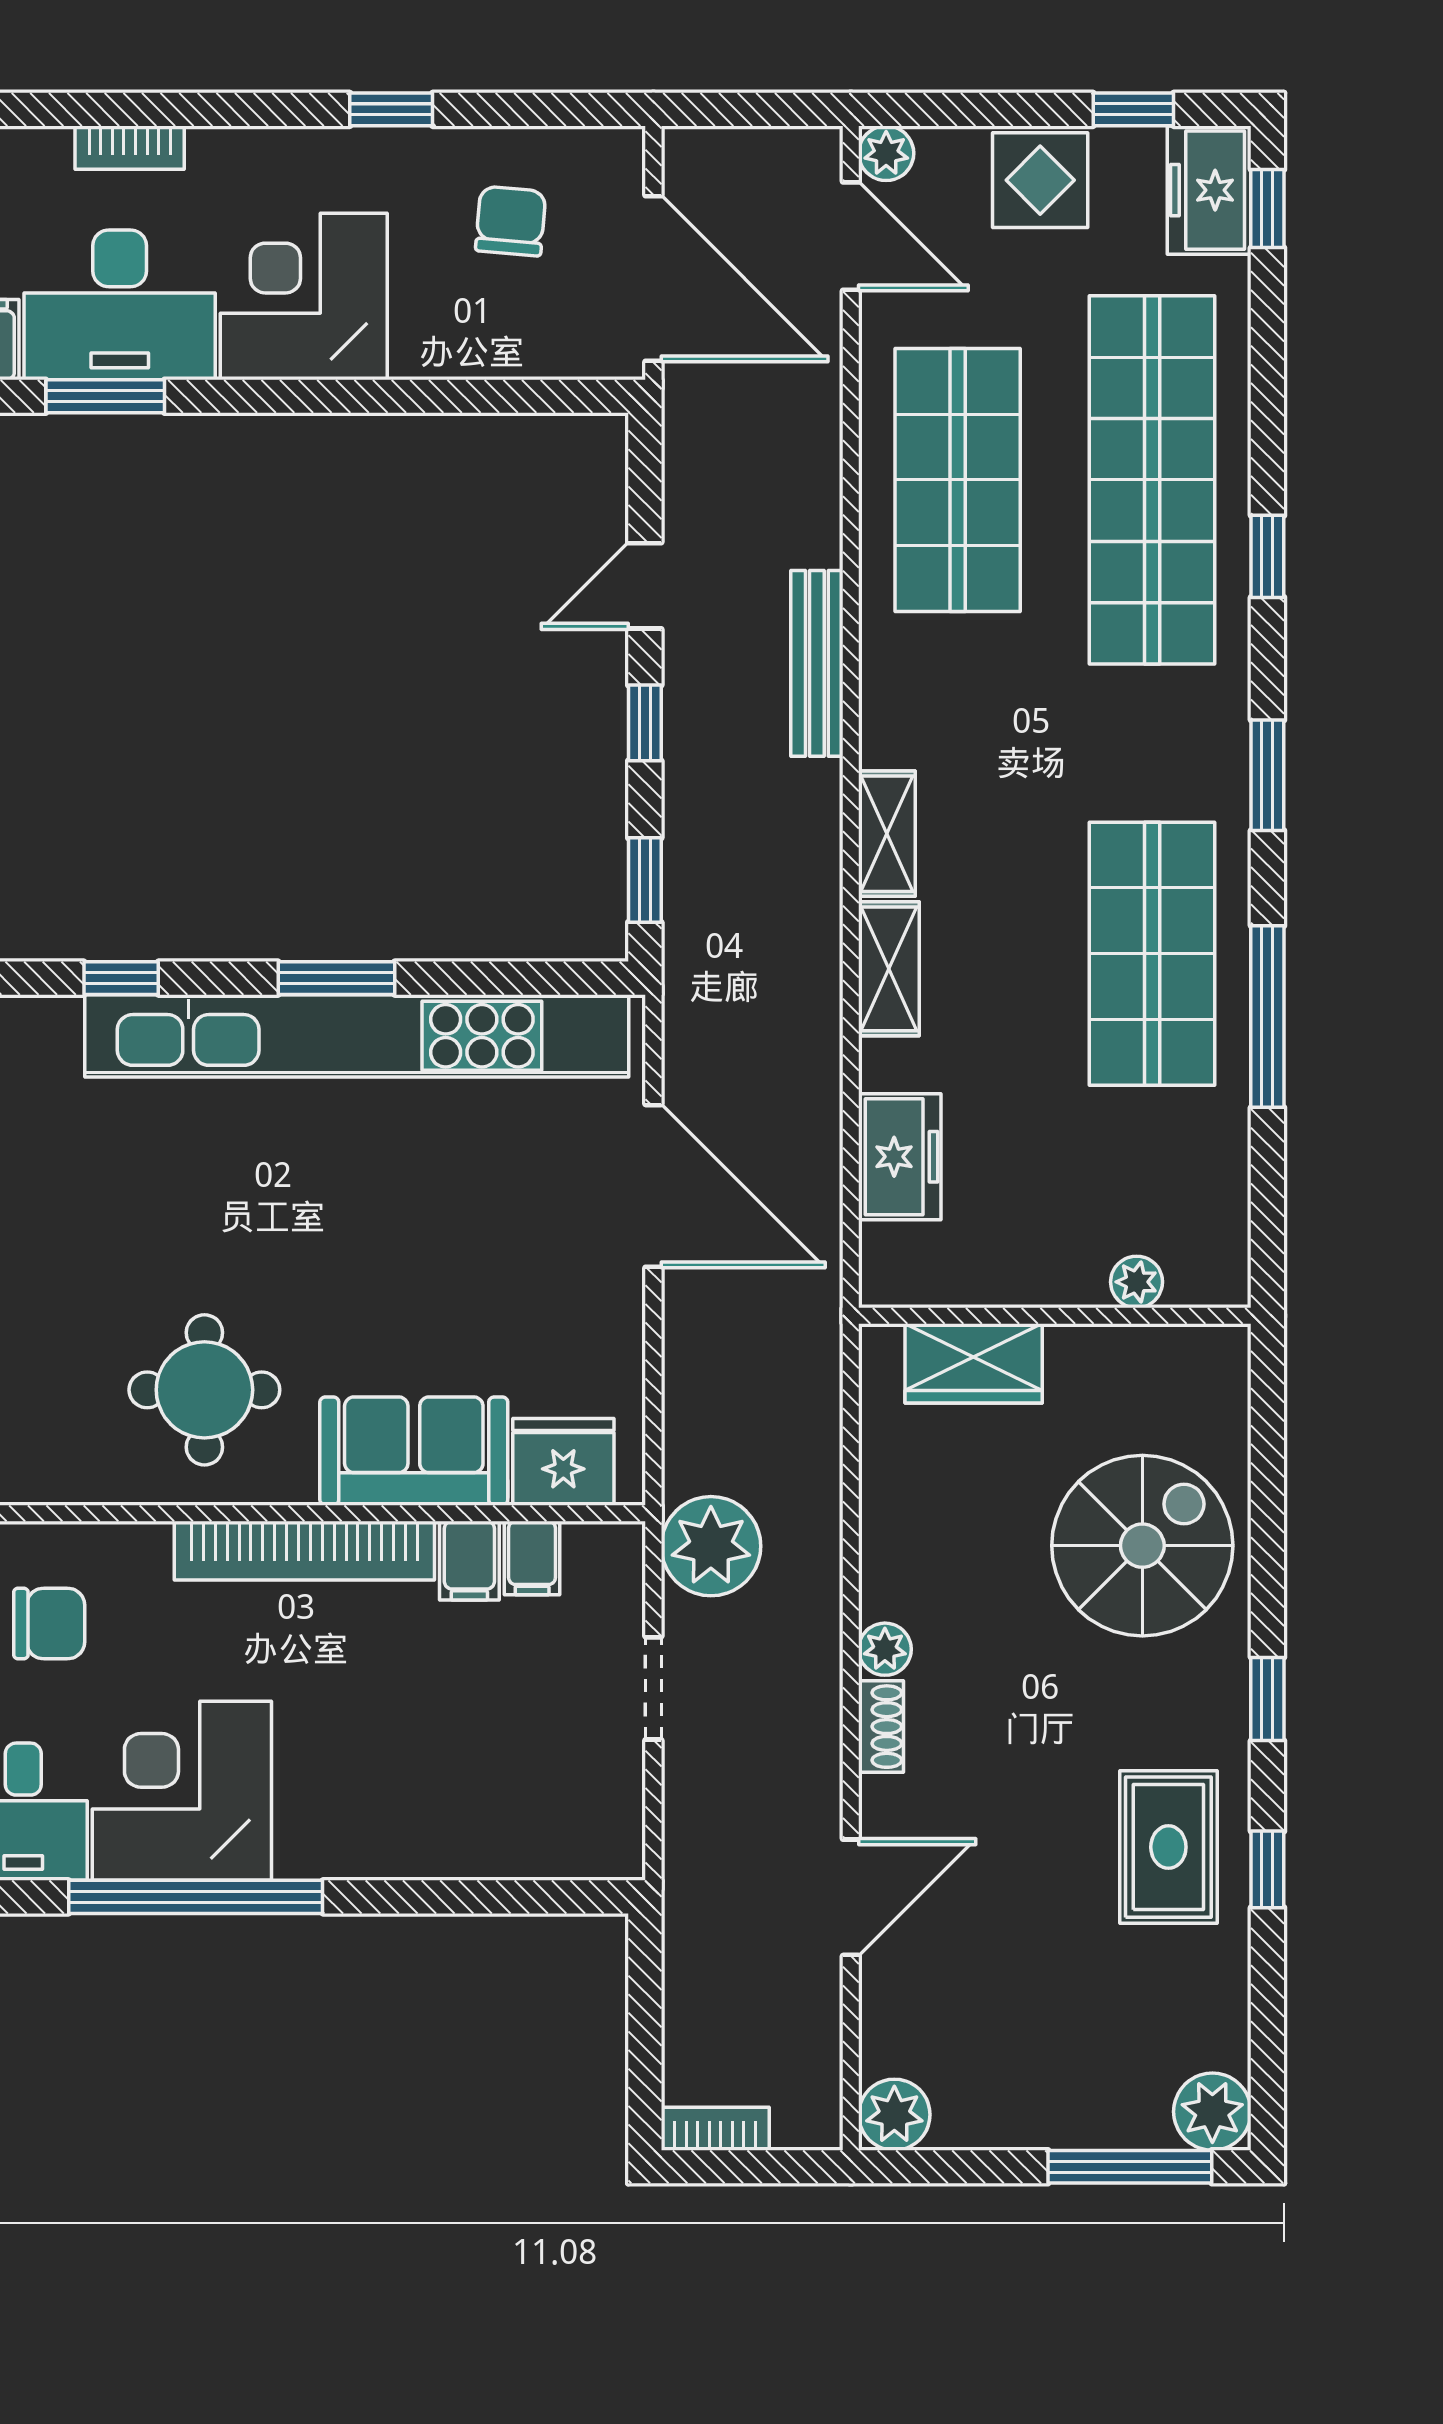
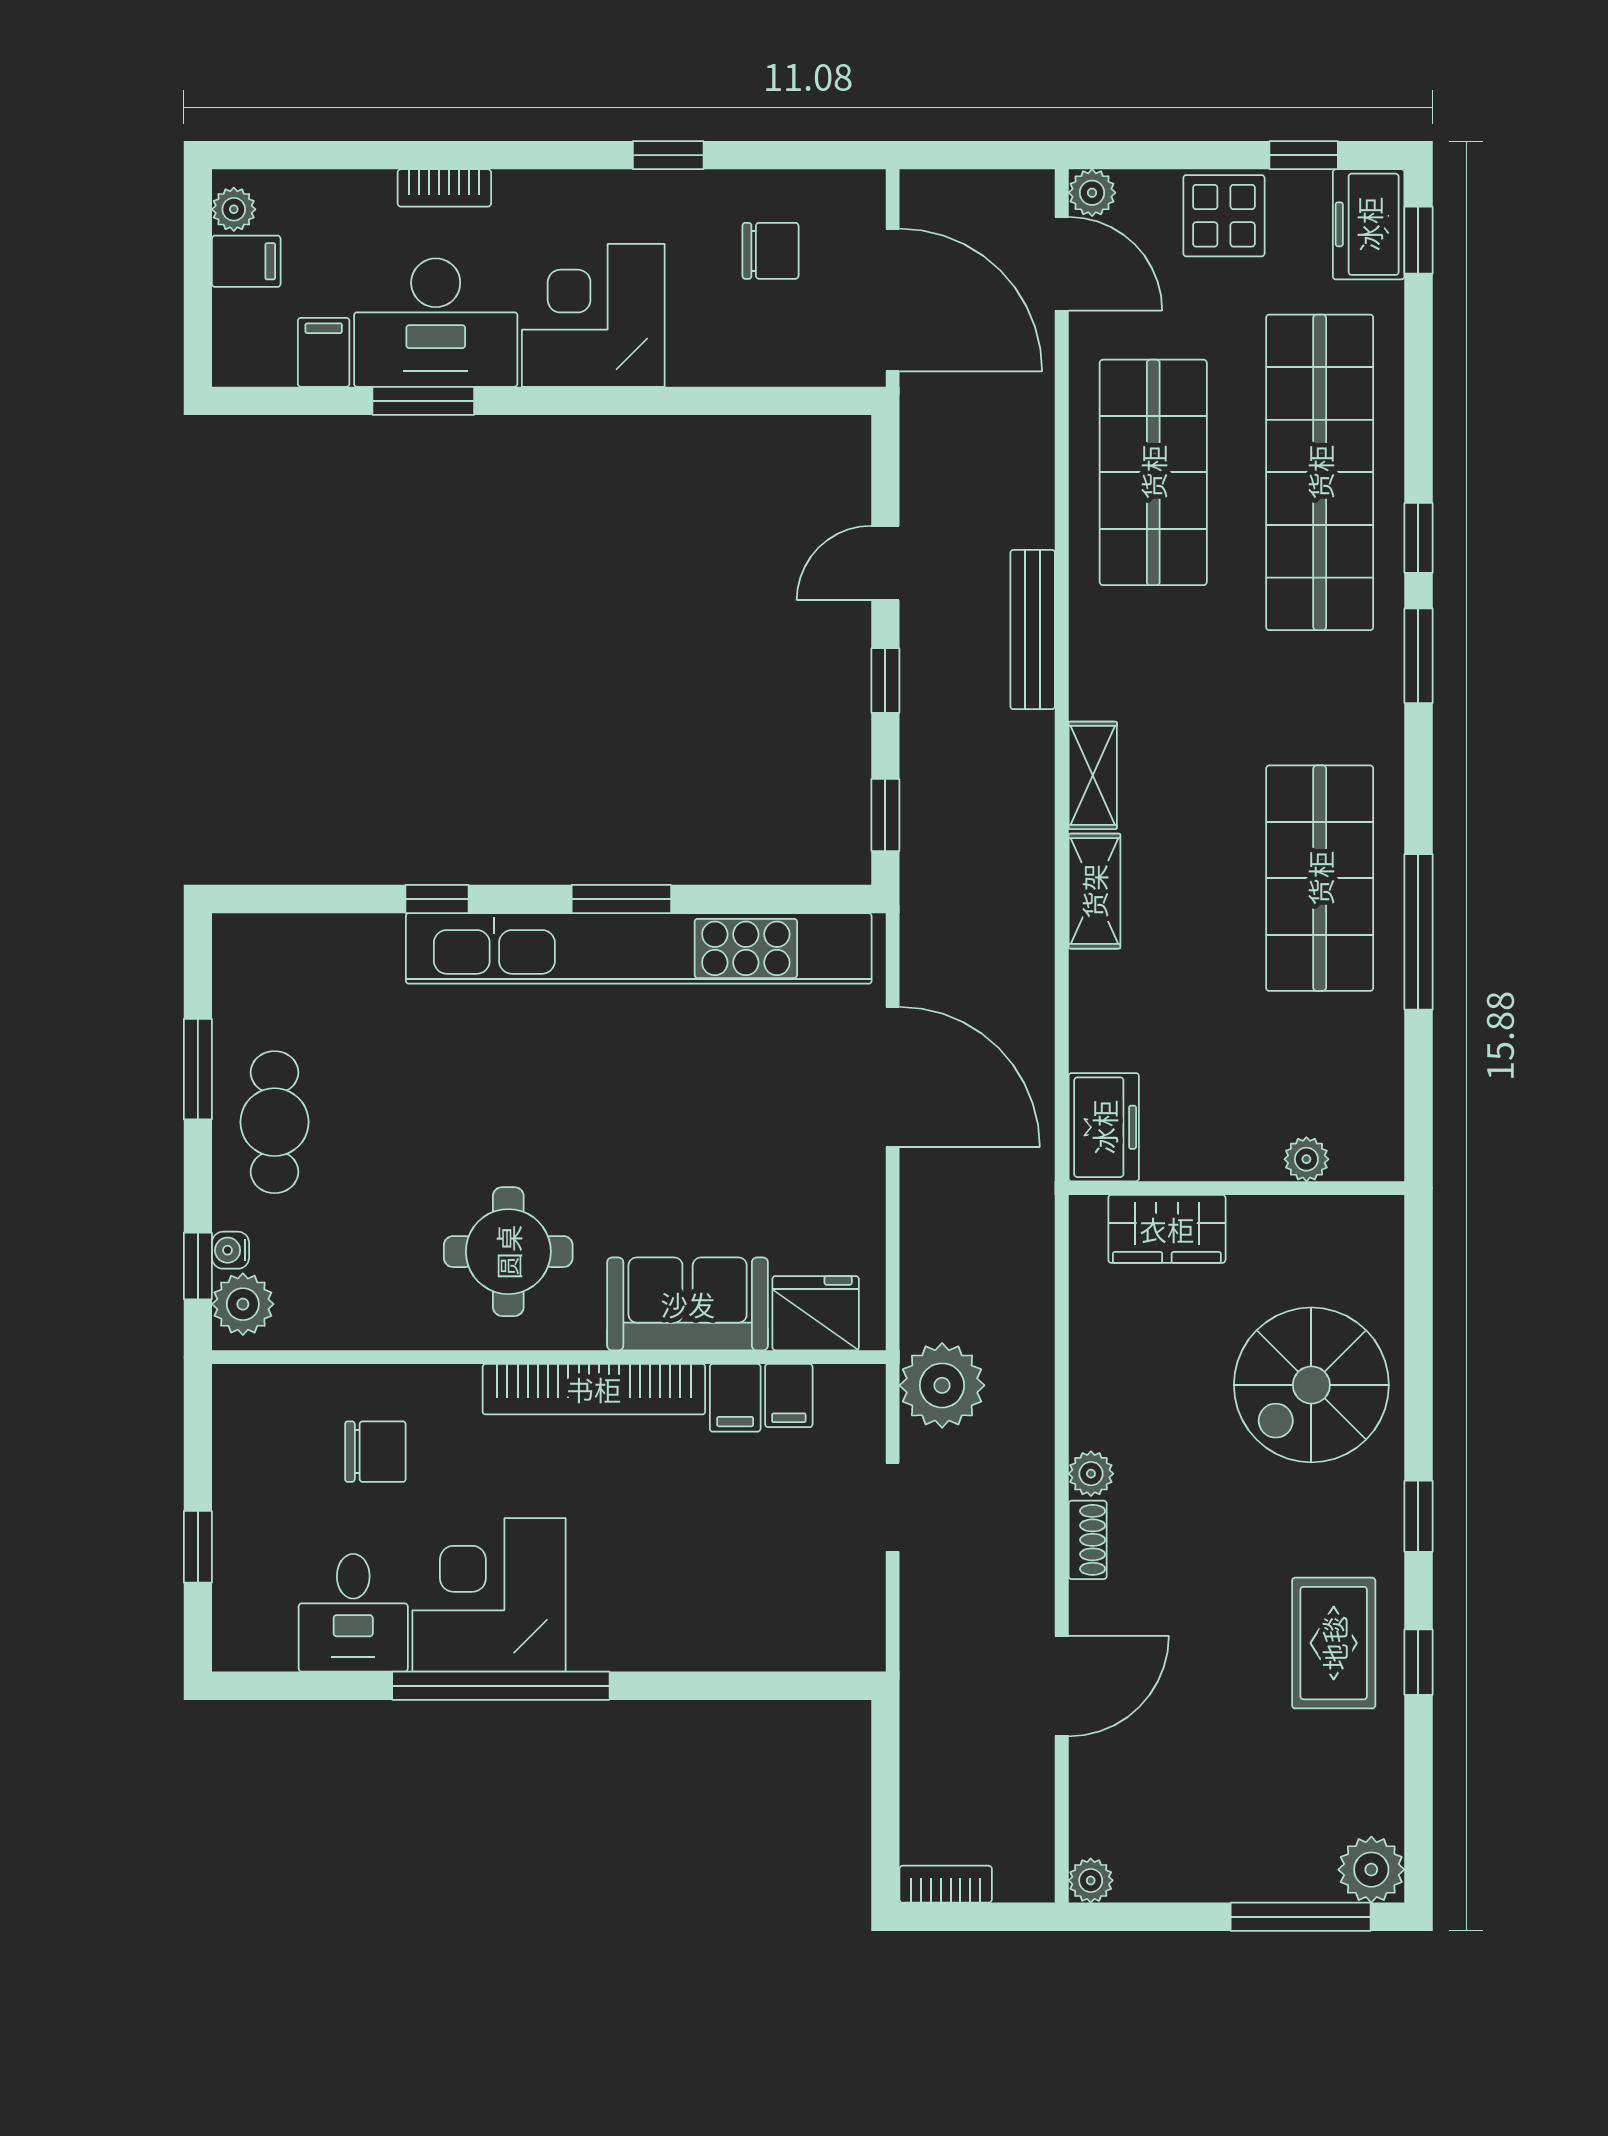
chair: (511, 221) -> (771, 251), turned 85
window: (1267, 775) -> (1418, 656), moved
freezer: (900, 1157) -> (1104, 1127), moved
spiral stairs: (1142, 1546) -> (1311, 1385), turned 180
plant: (894, 2115) -> (1091, 1880), width x0.73, depth x0.73

